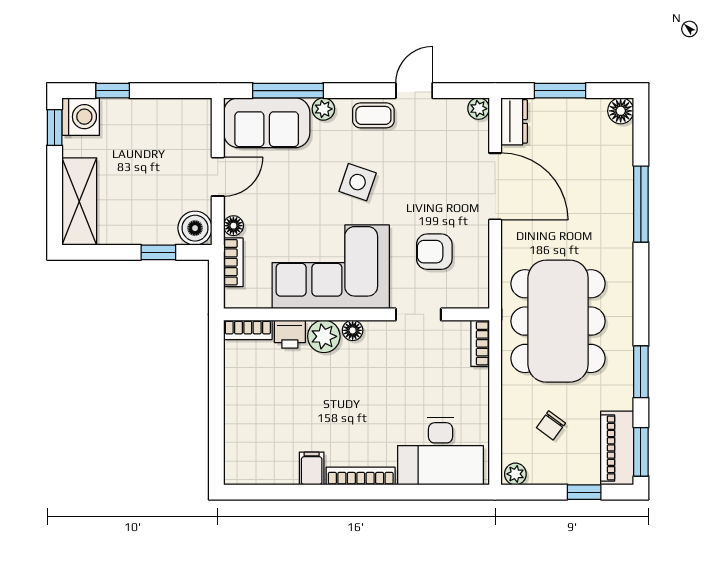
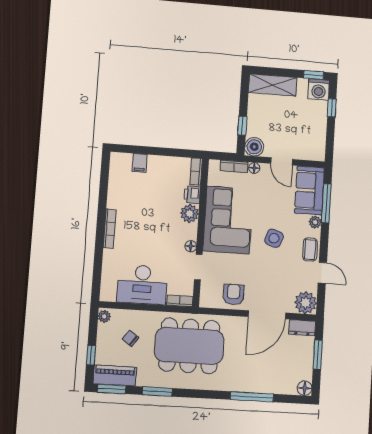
plant: (479, 109) -> (306, 303), width x1.88, depth x1.88
armchair: (434, 252) -> (234, 294), moved
floor lamp: (353, 330) -> (191, 246), moved
desk: (441, 451) -> (142, 285), moved, turned -90
filing cabinet: (312, 468) -> (140, 163), moved, turned 90

